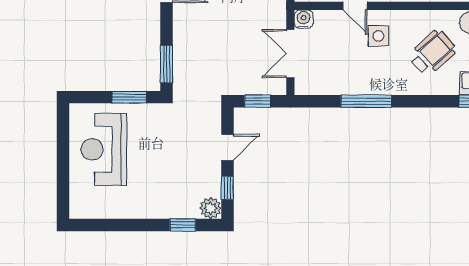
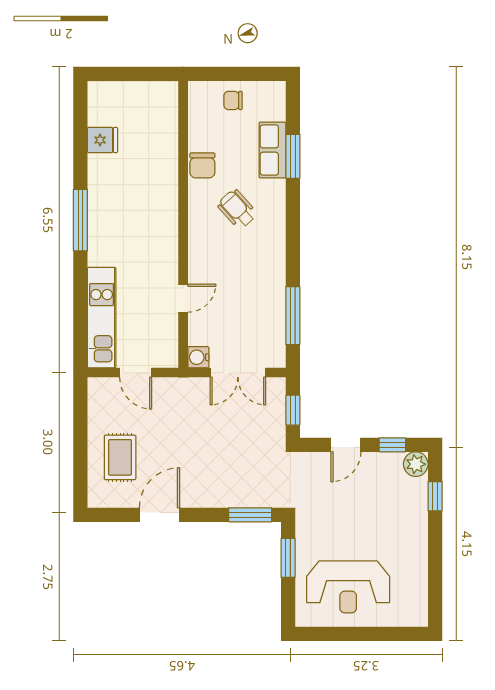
side table: (378, 36) -> (218, 271), removed
wheelchair: (432, 53) -> (237, 209), width x0.73, depth x0.73
window: (366, 101) -> (293, 316), moved
door: (227, 147) -> (346, 445), swing flipped

